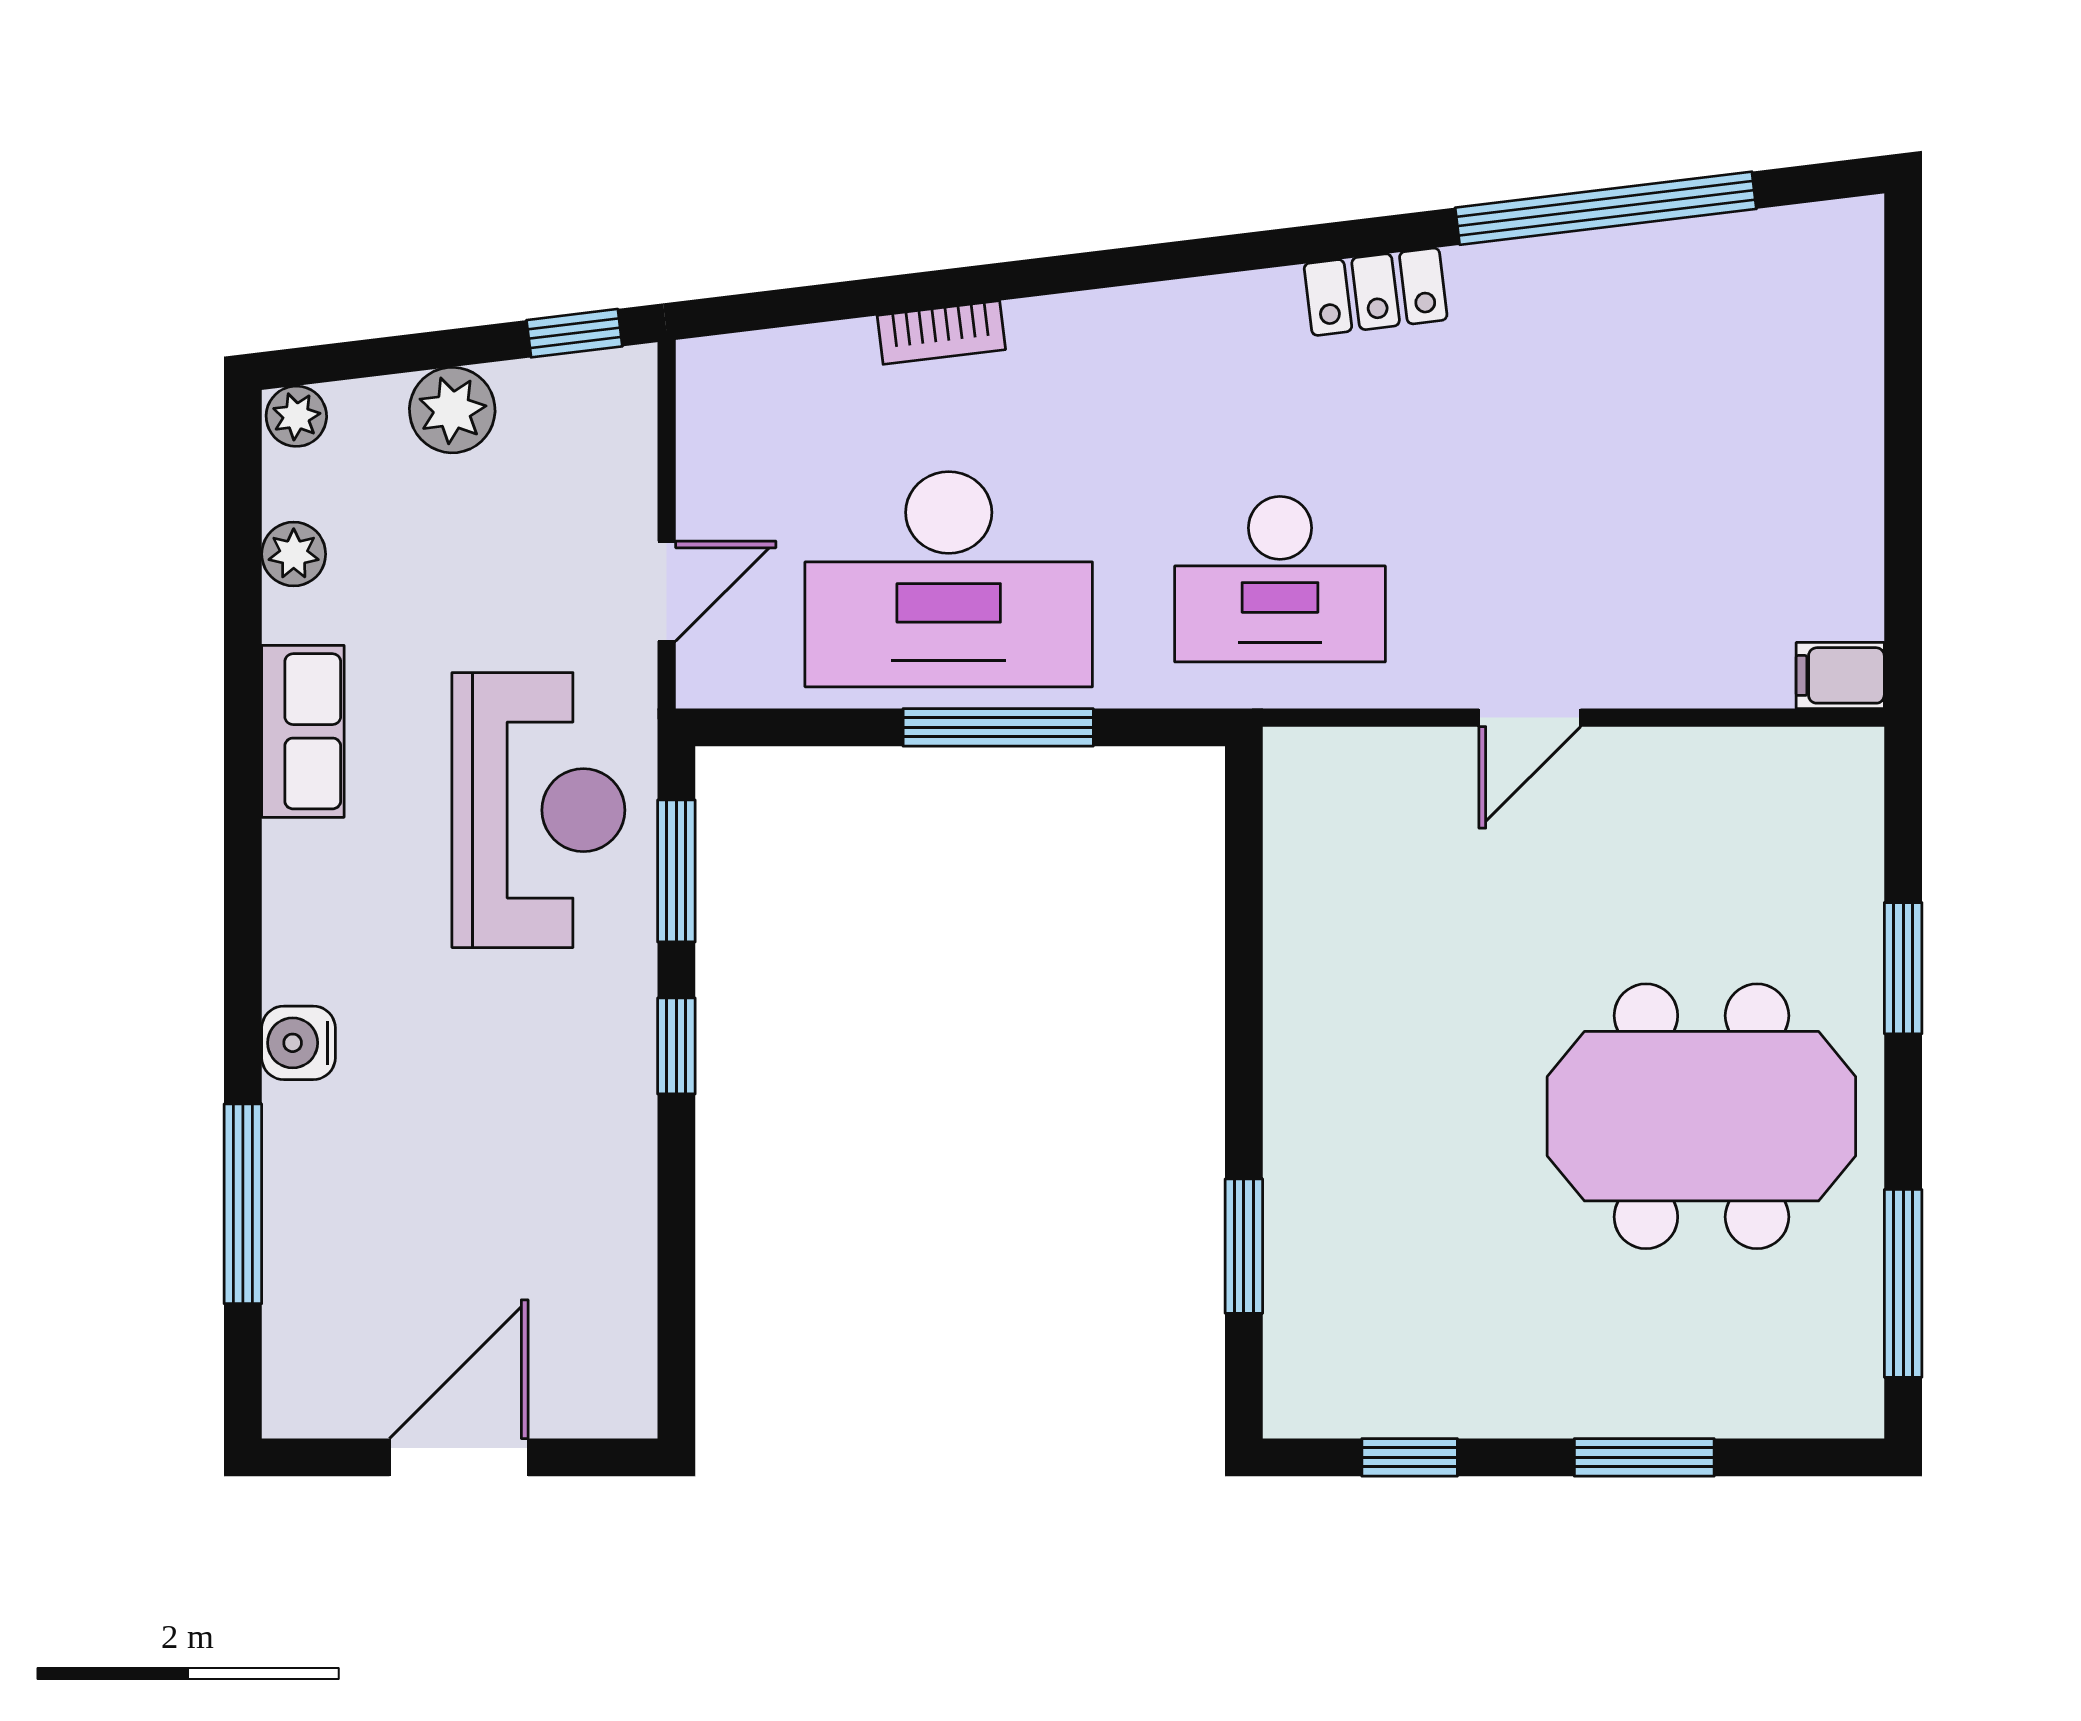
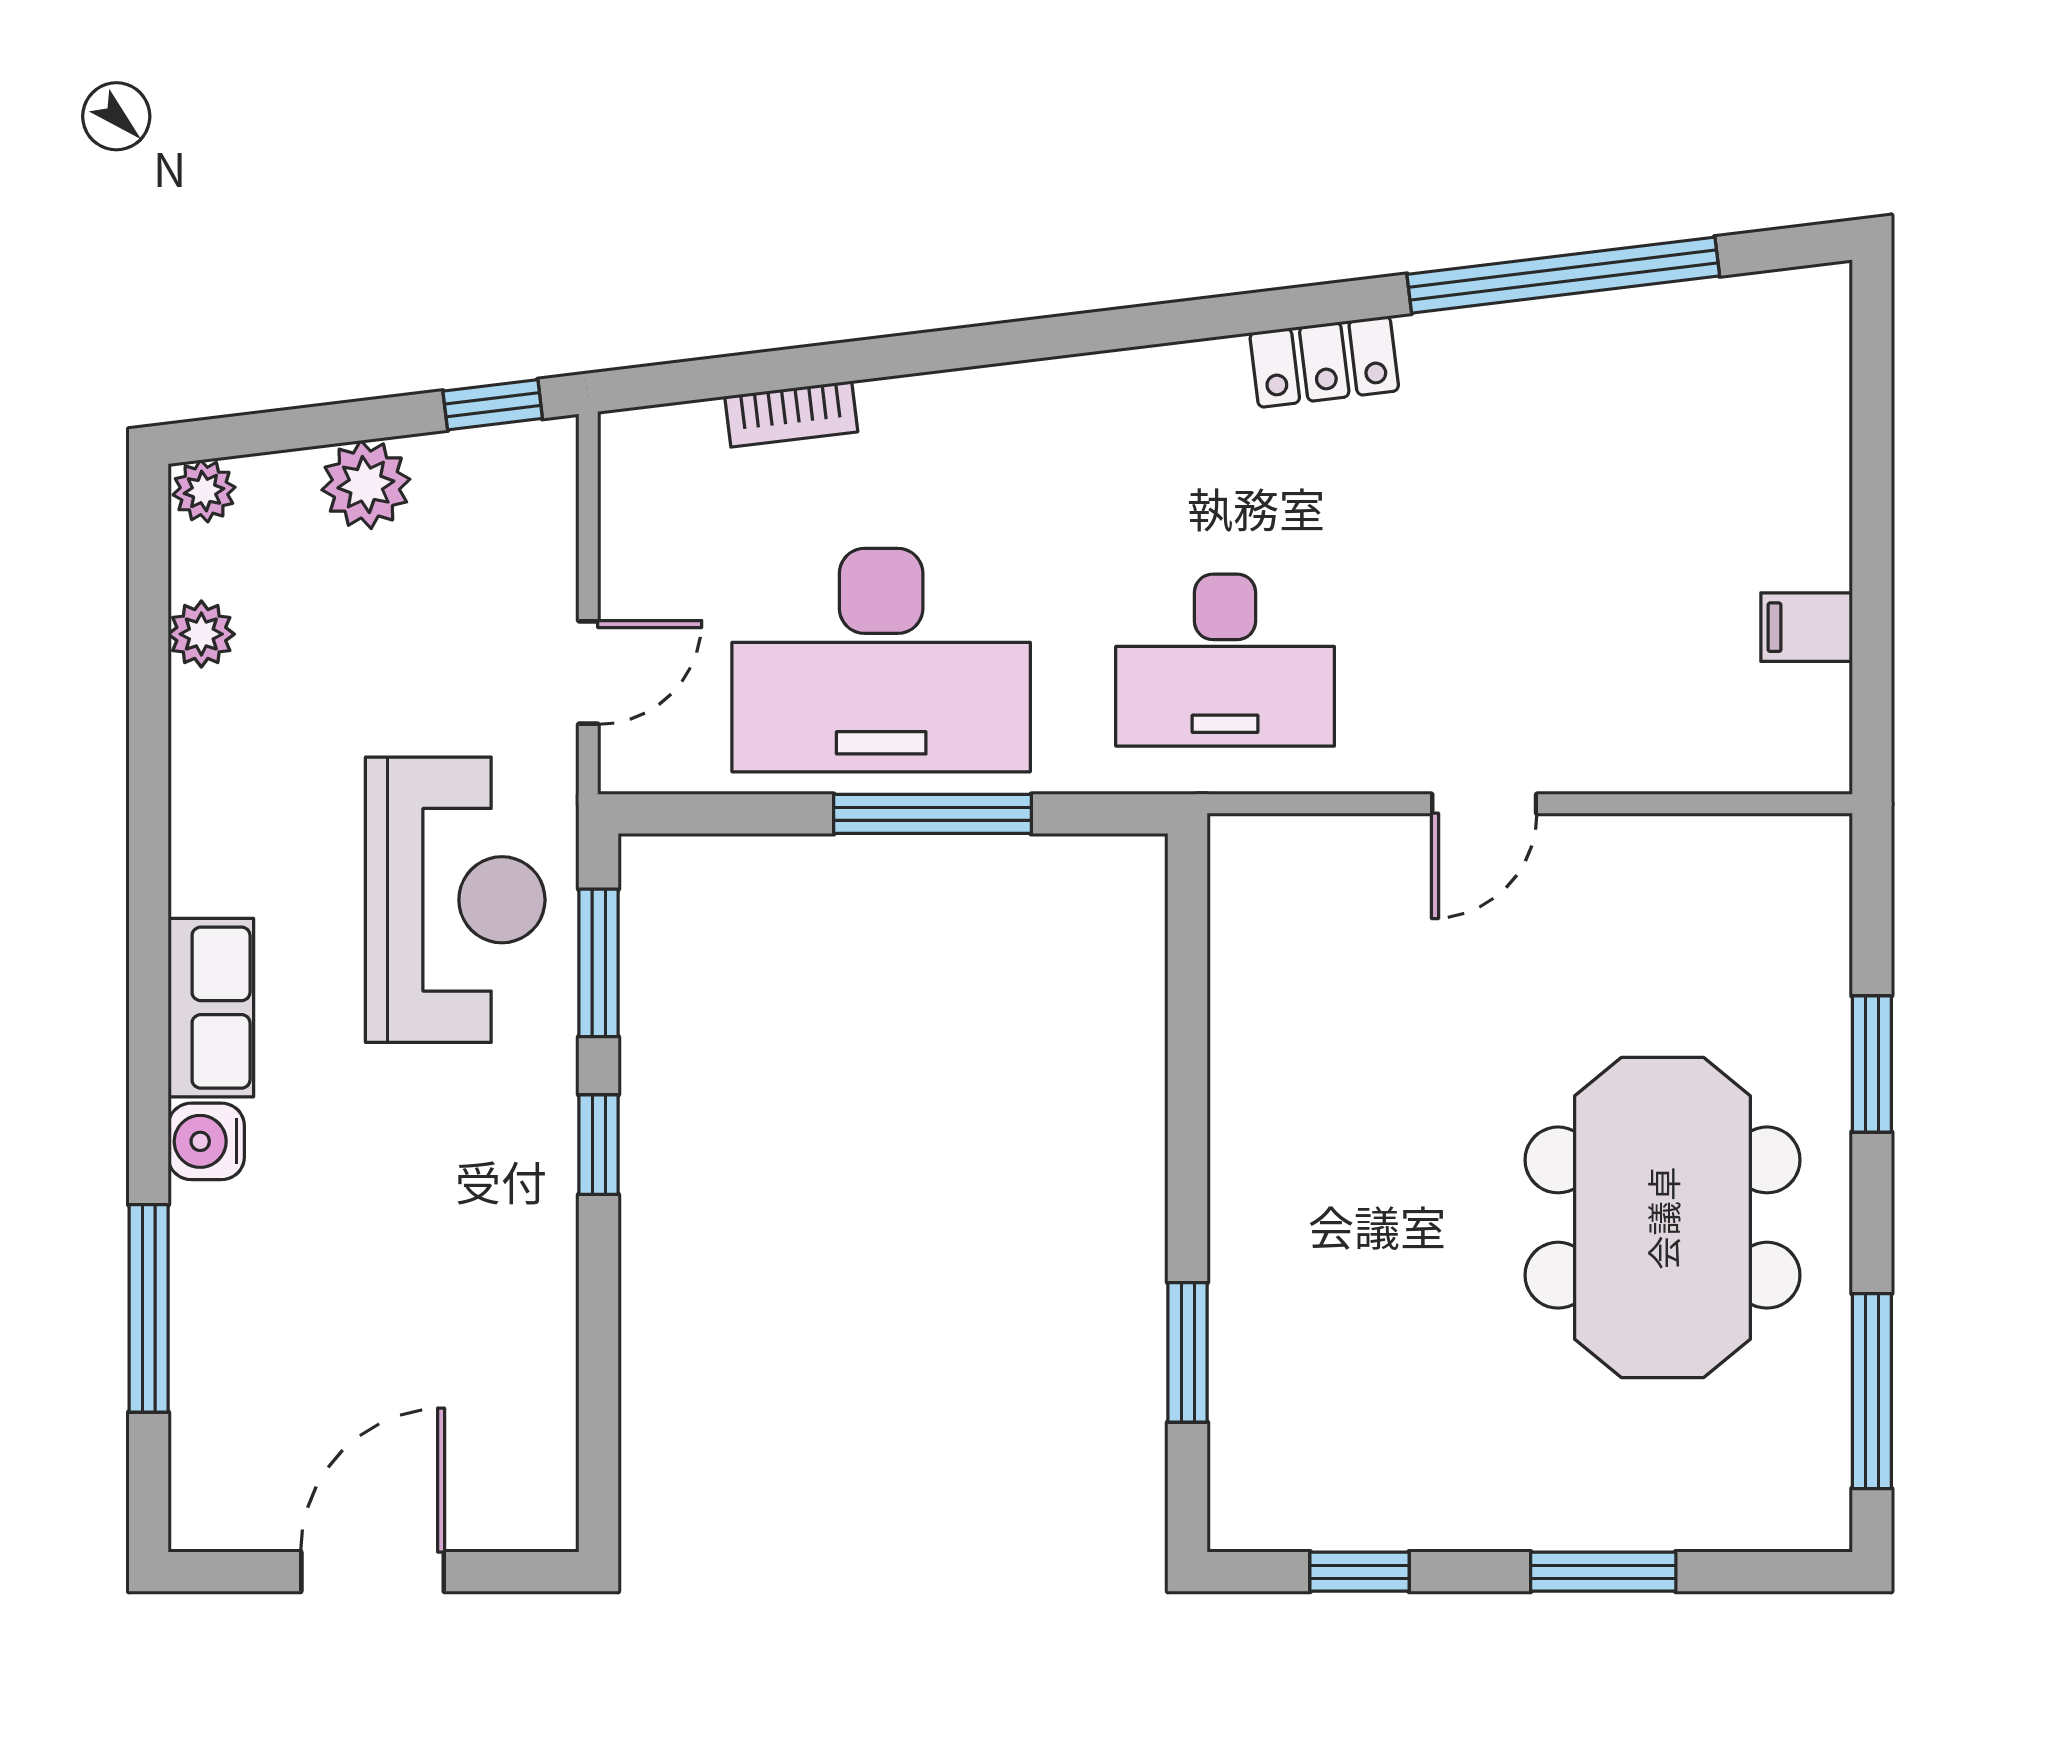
bookcase: (941, 333) -> (791, 414), moved
filing cabinet: (1840, 675) -> (1807, 627), moved
row of seats: (303, 731) -> (211, 1008), moved
meeting table: (1701, 1116) -> (1662, 1218), turned 90

